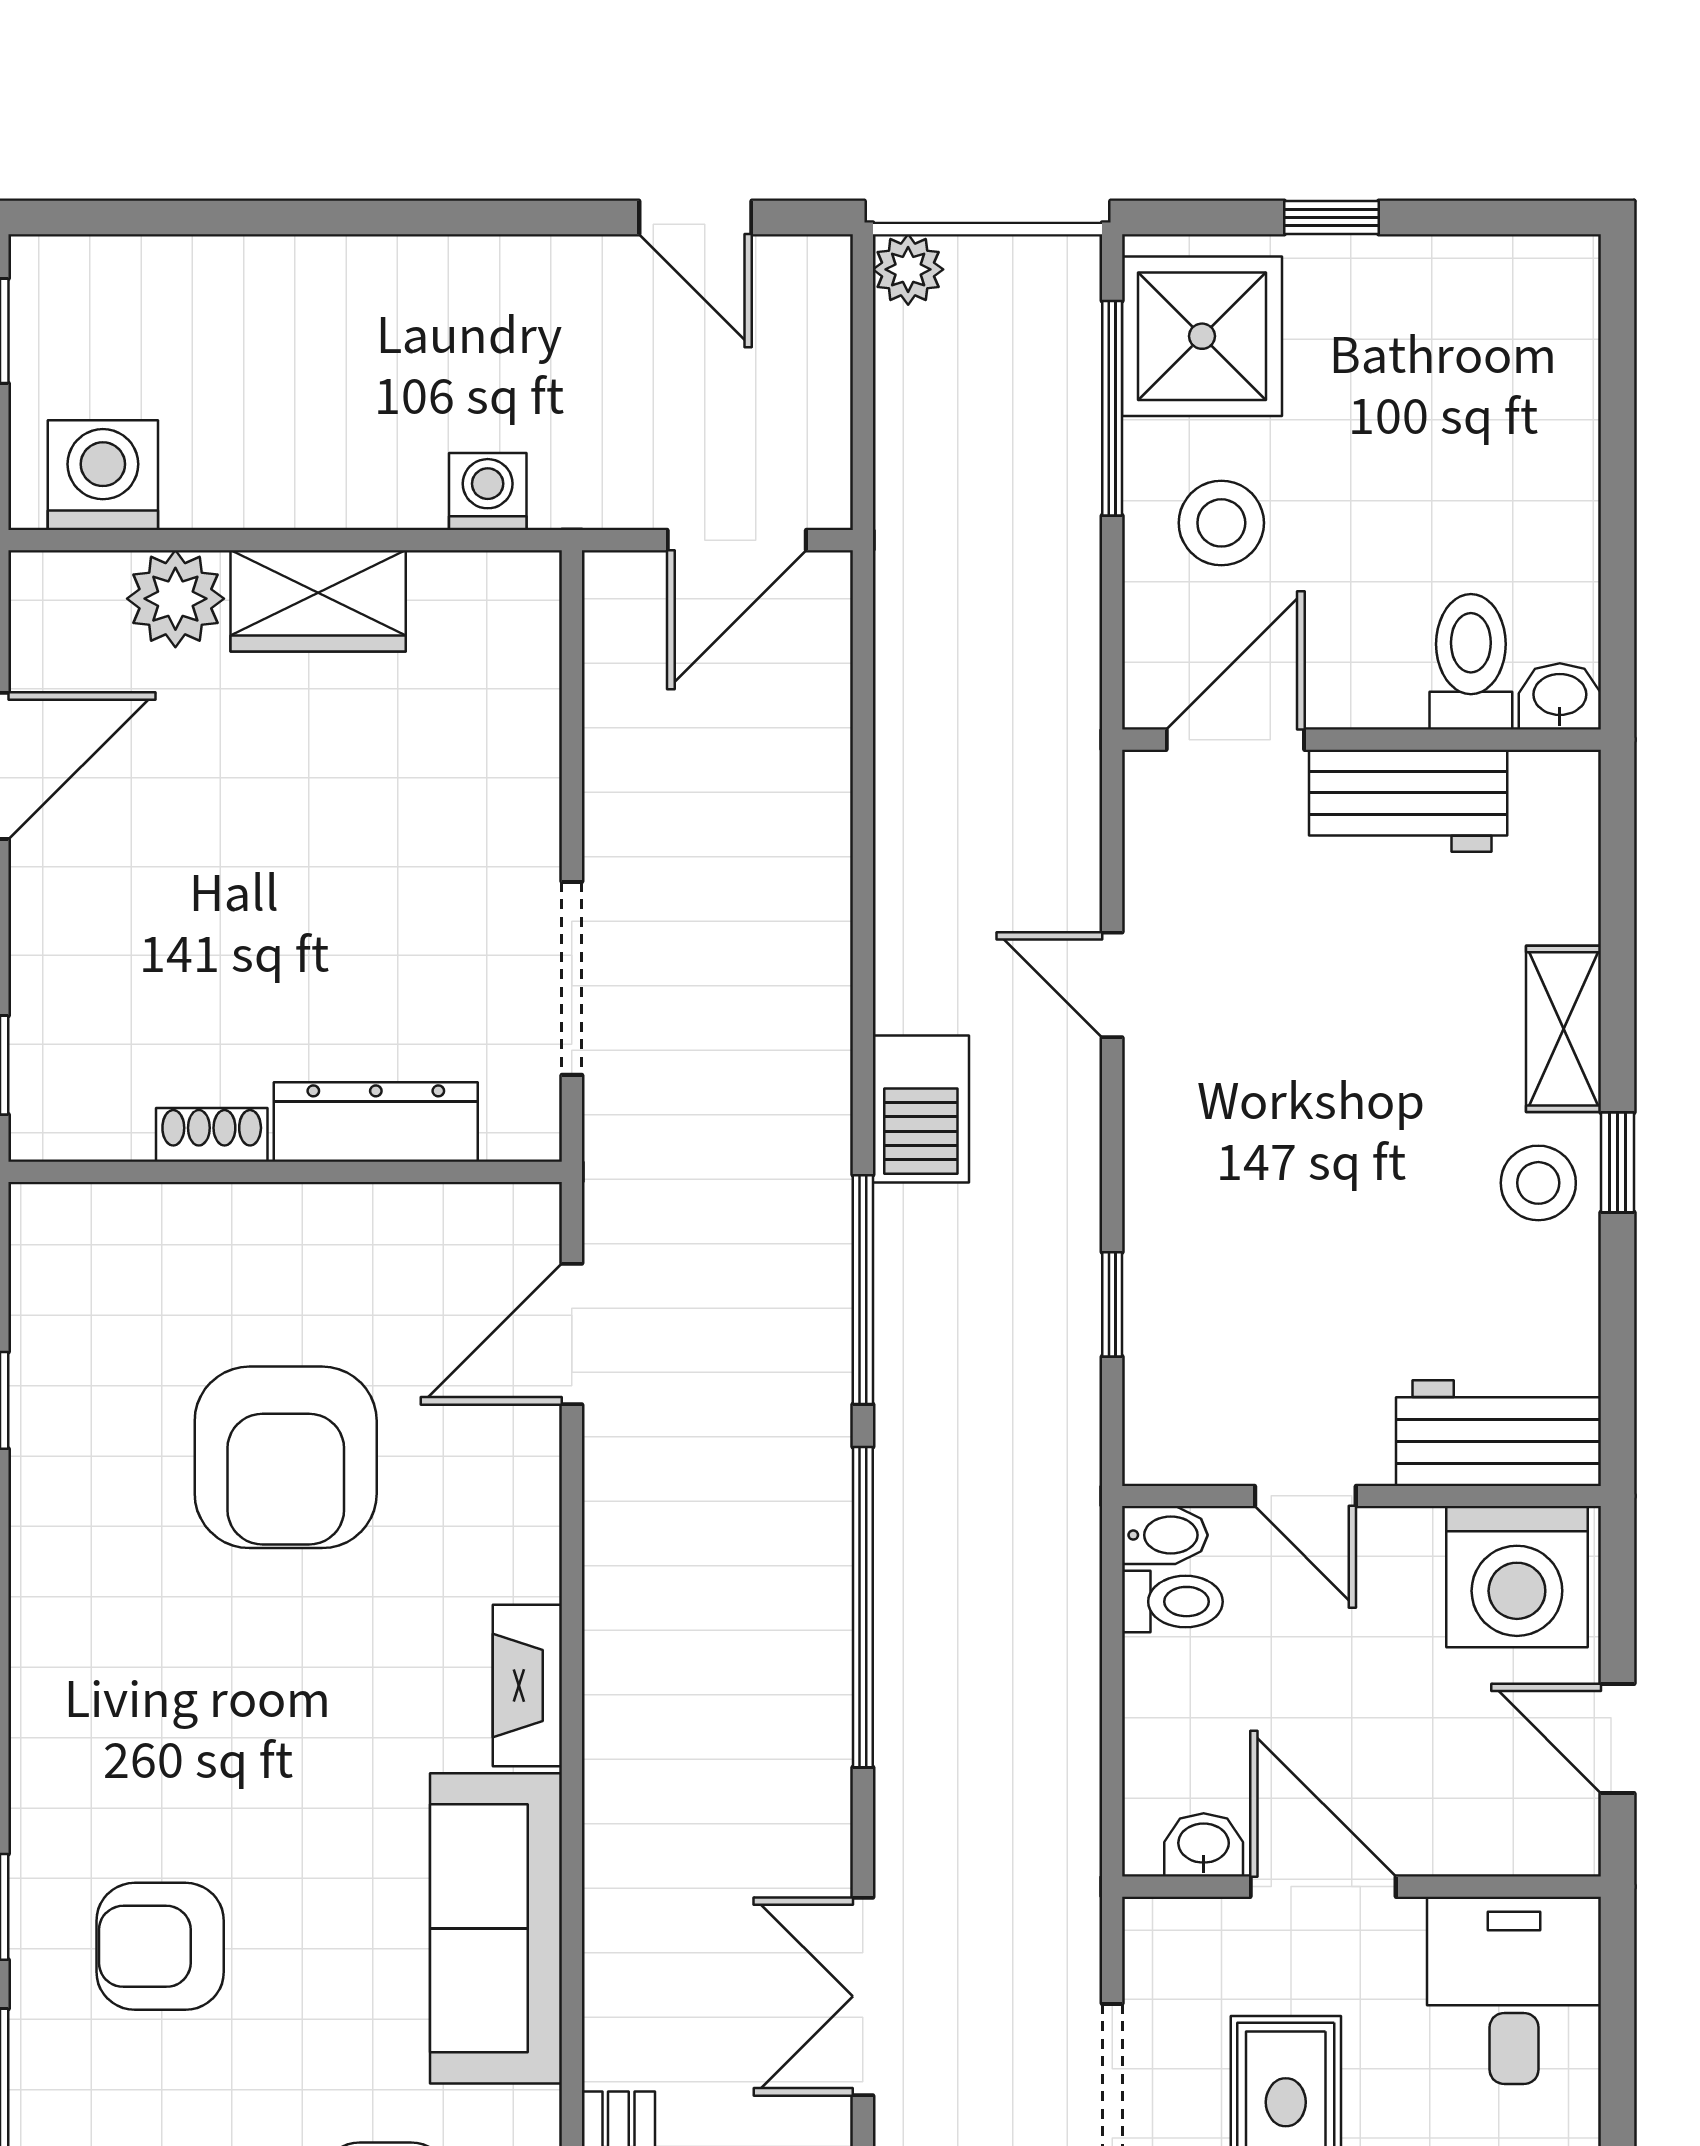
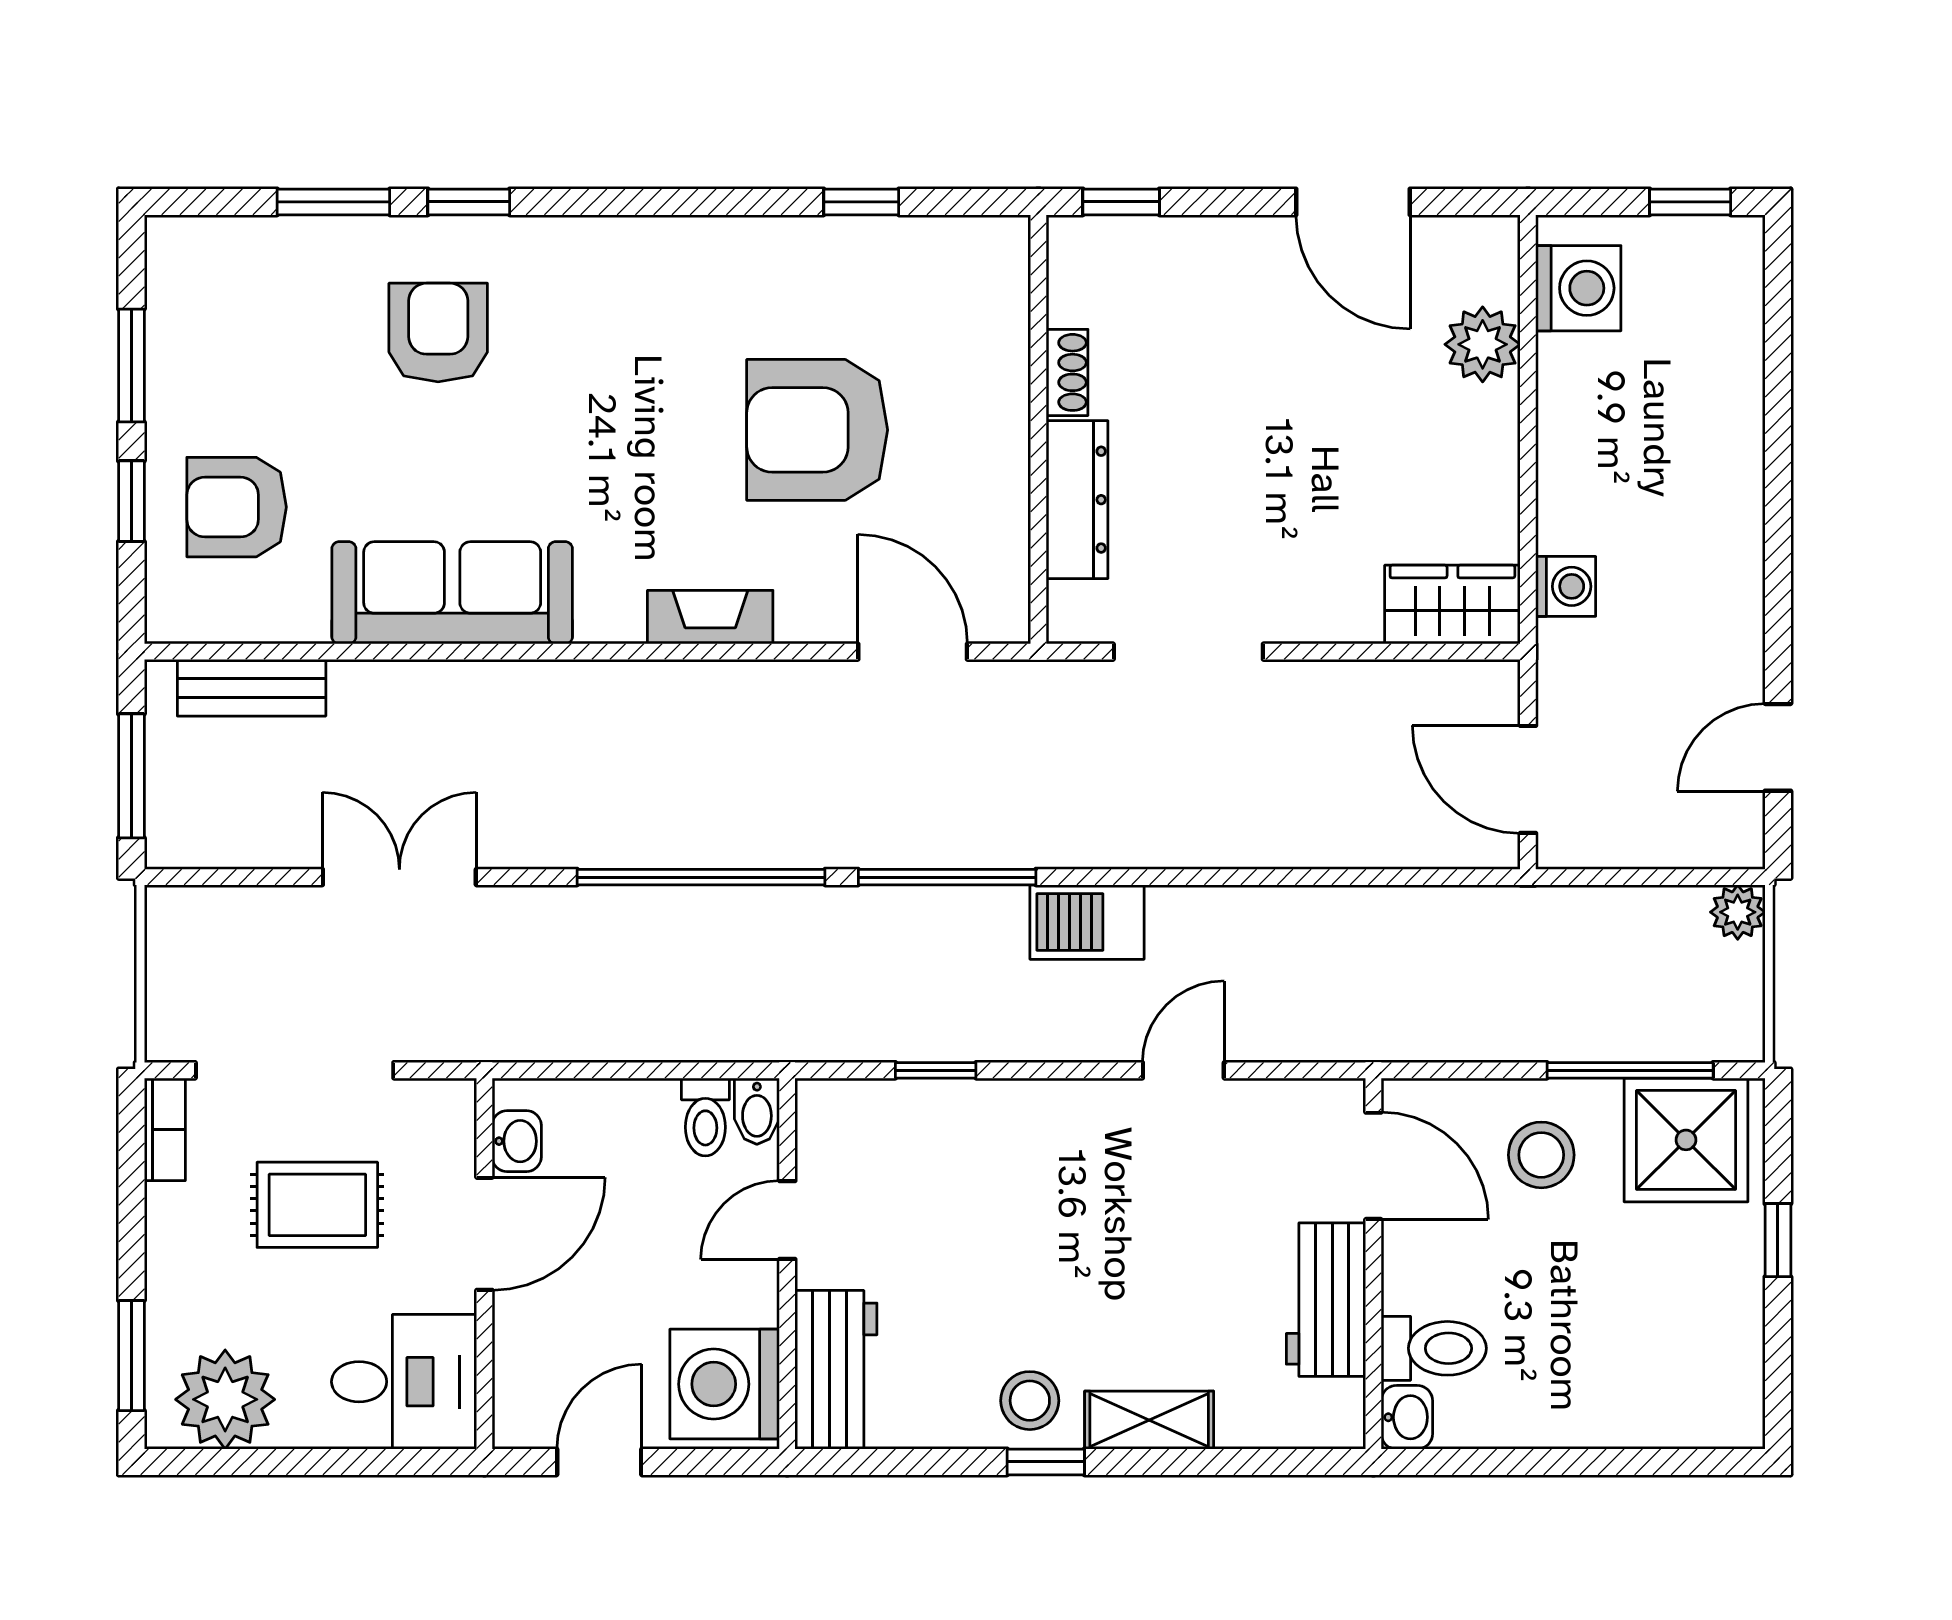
wardrobe: (318, 601) -> (1452, 605), moved, turned 90
fireplace: (527, 1686) -> (710, 617), moved

